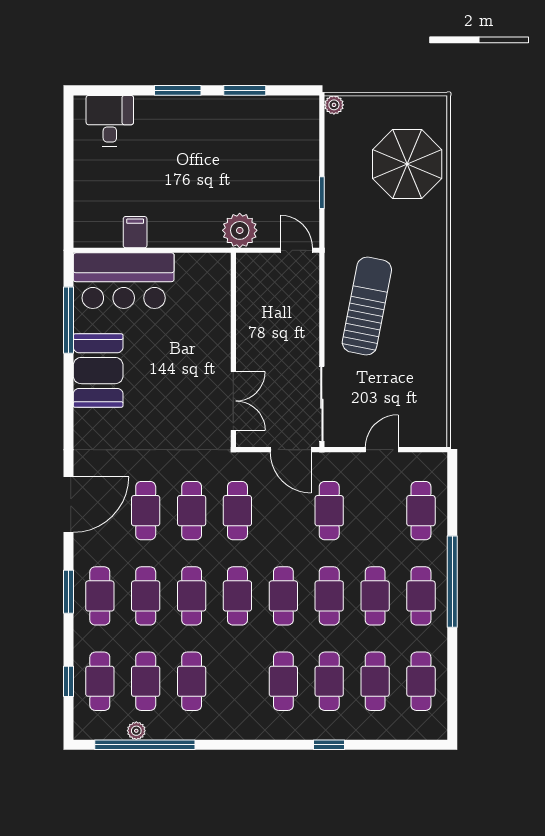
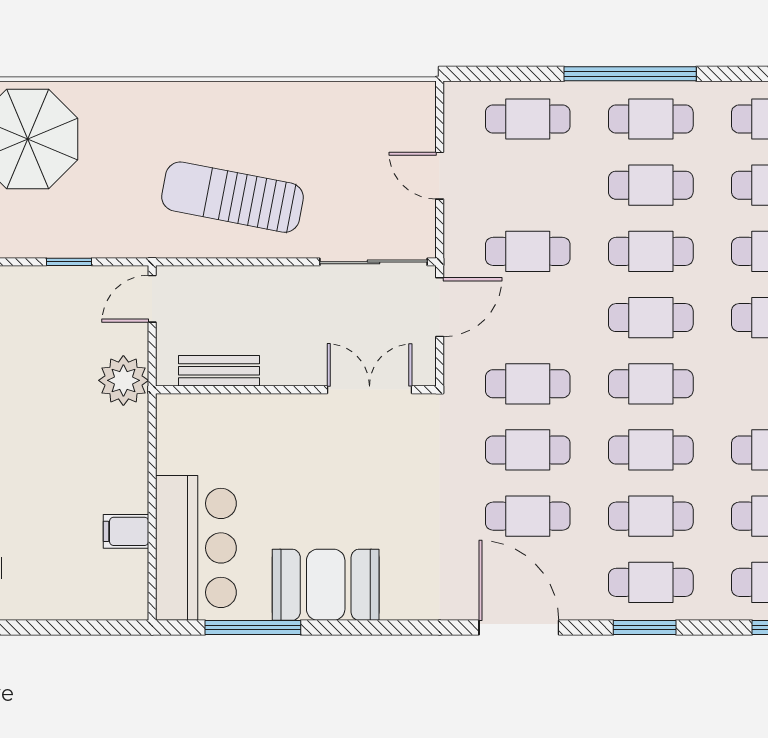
bench: (246, 297) -> (219, 371), added

